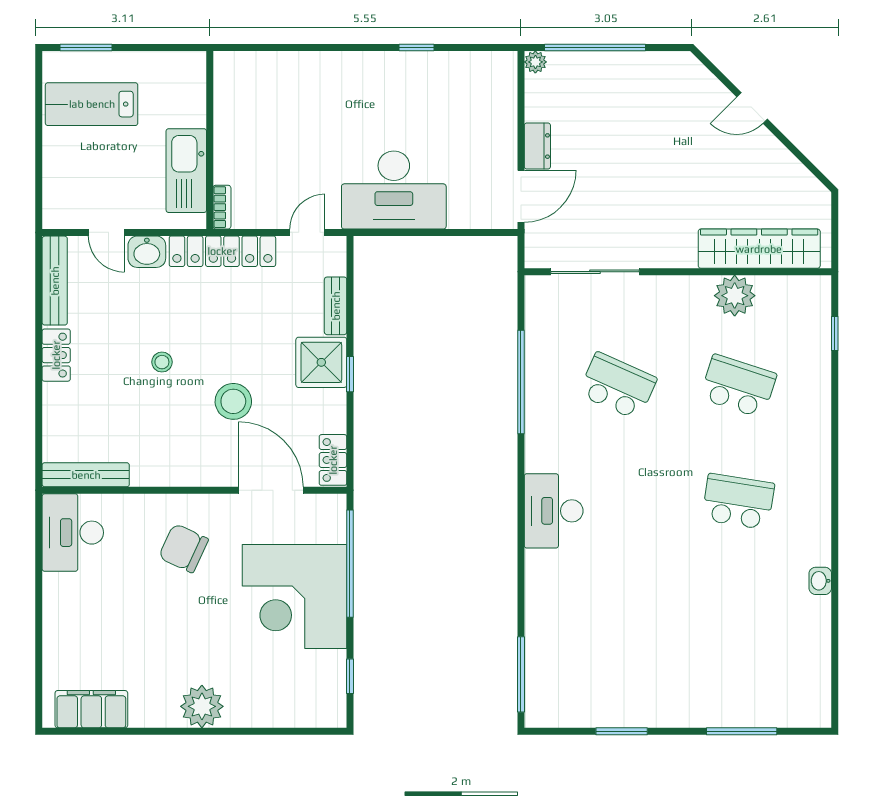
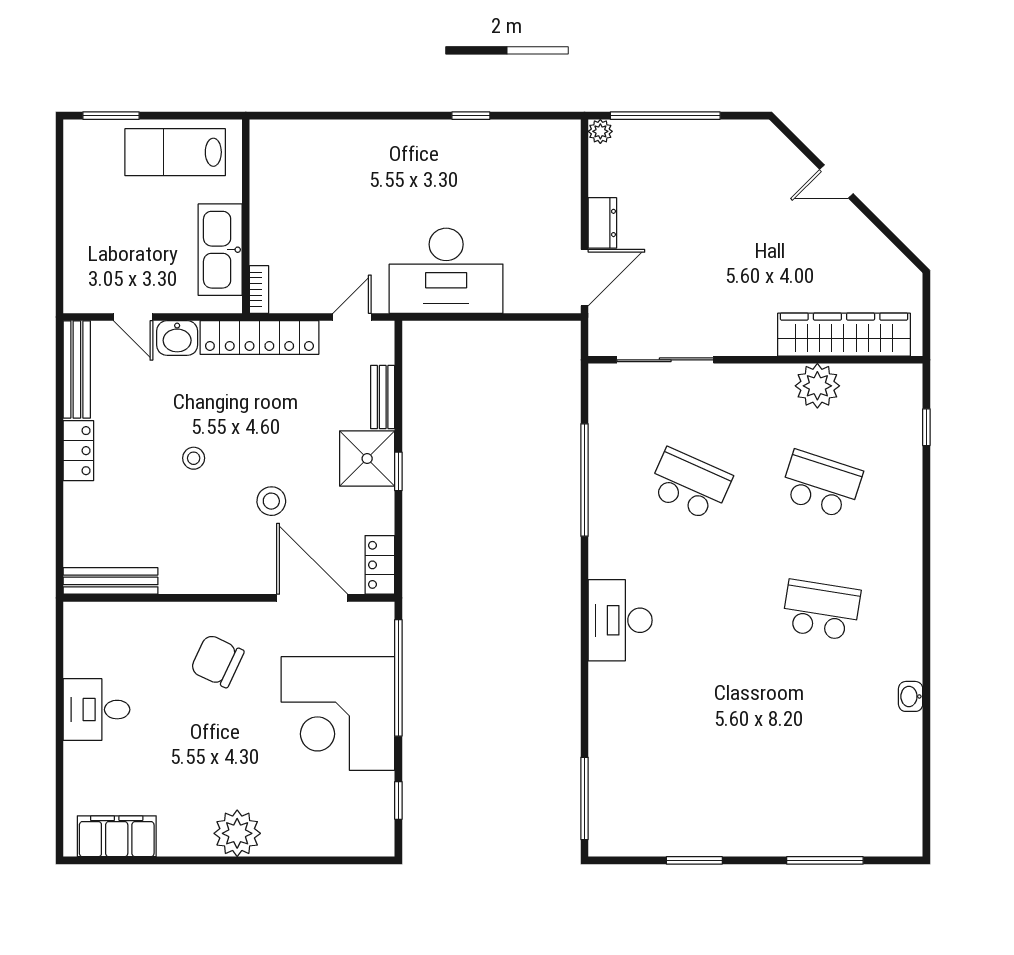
lab bench: (92, 104) -> (175, 152), moved
stool: (233, 401) -> (271, 501), width x0.73, depth x0.73
desk: (73, 533) -> (96, 710), moved, width x0.73

